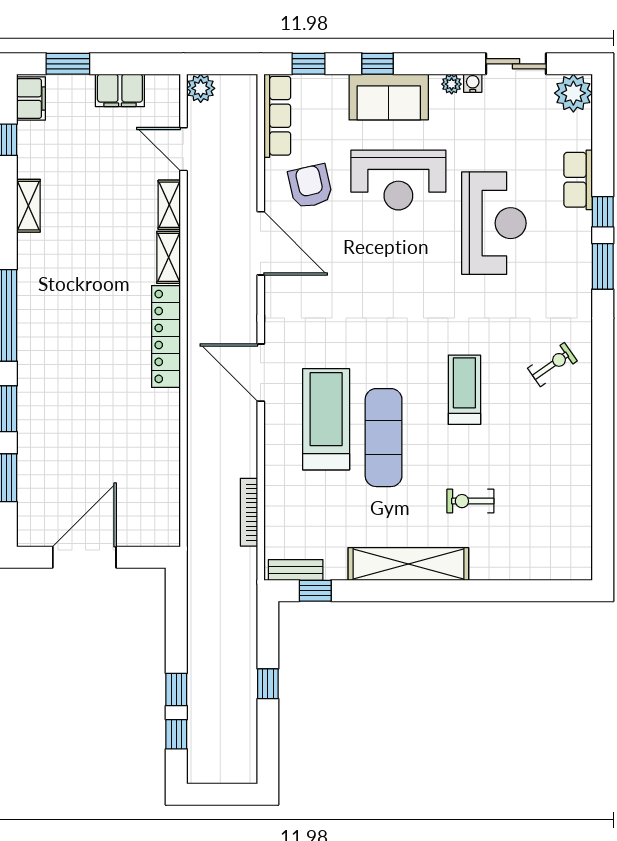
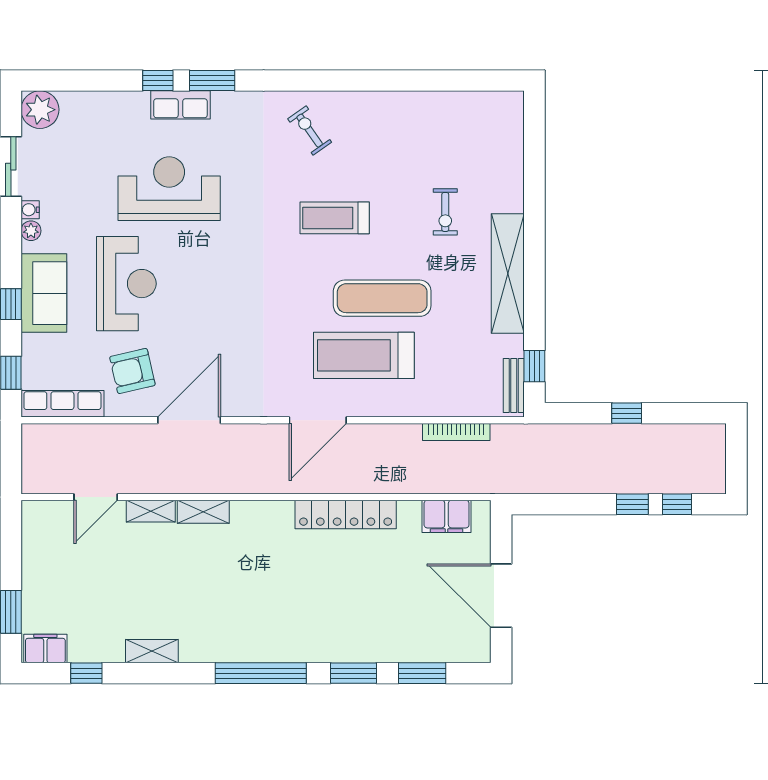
plant: (201, 88) -> (35, 480), removed
filing cabinet: (120, 90) -> (447, 516), moved, turned 90
row of seats: (578, 180) -> (180, 105), moved
locker: (166, 336) -> (346, 514), moved

